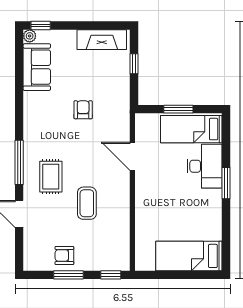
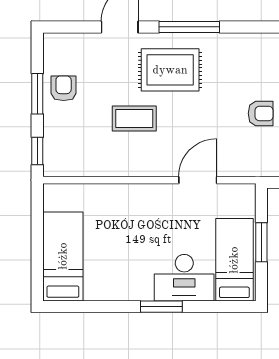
rug: (51, 177) -> (170, 70), width x1.36, depth x1.43

